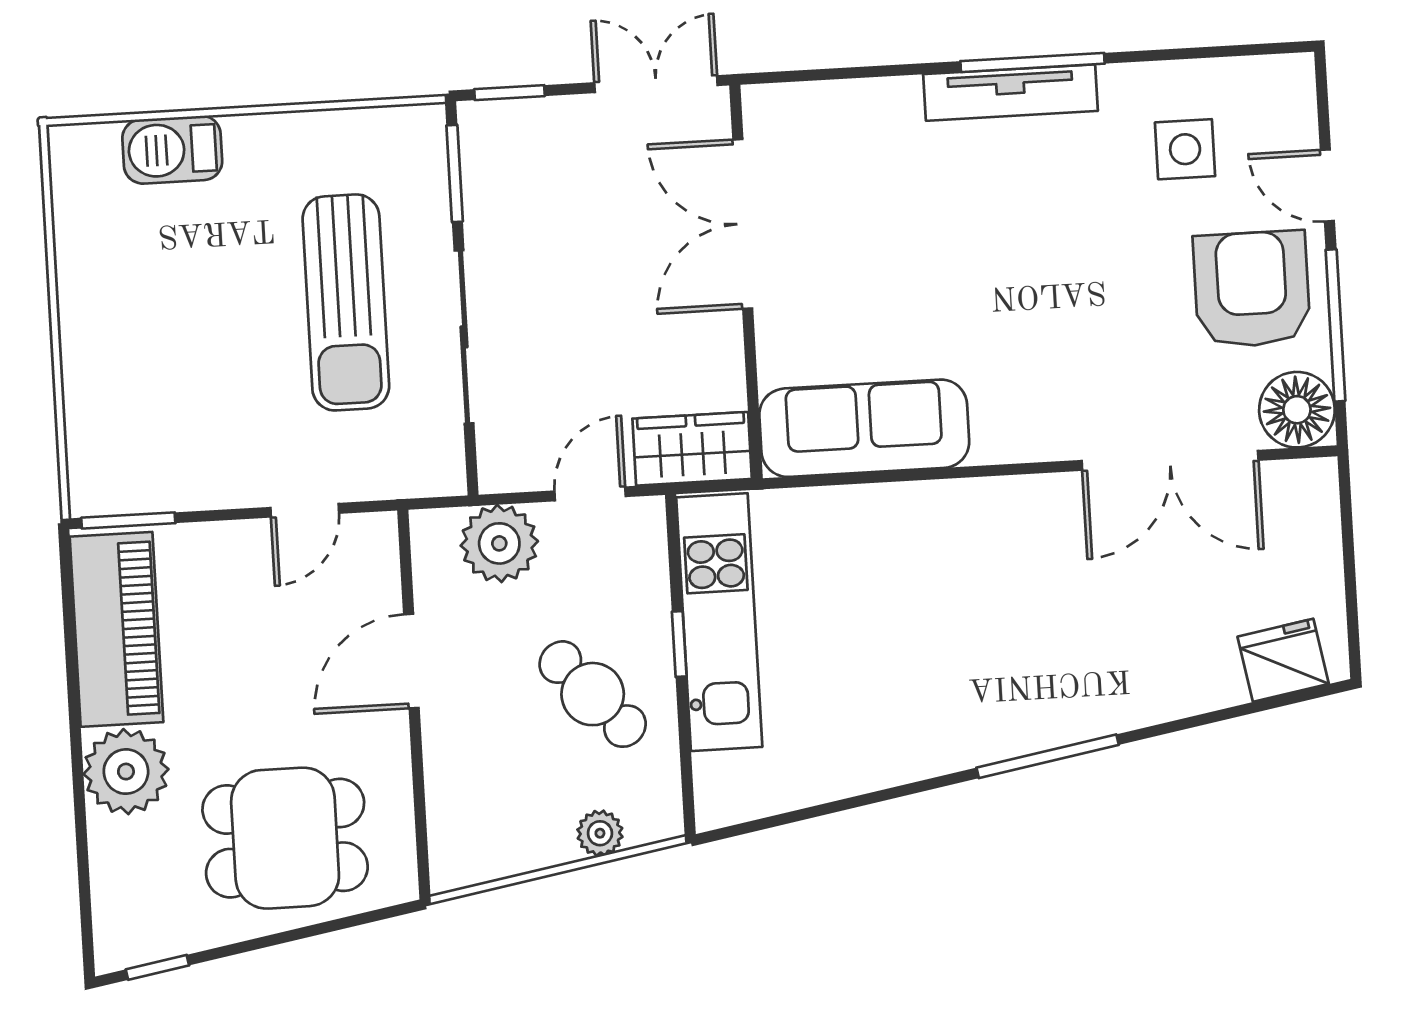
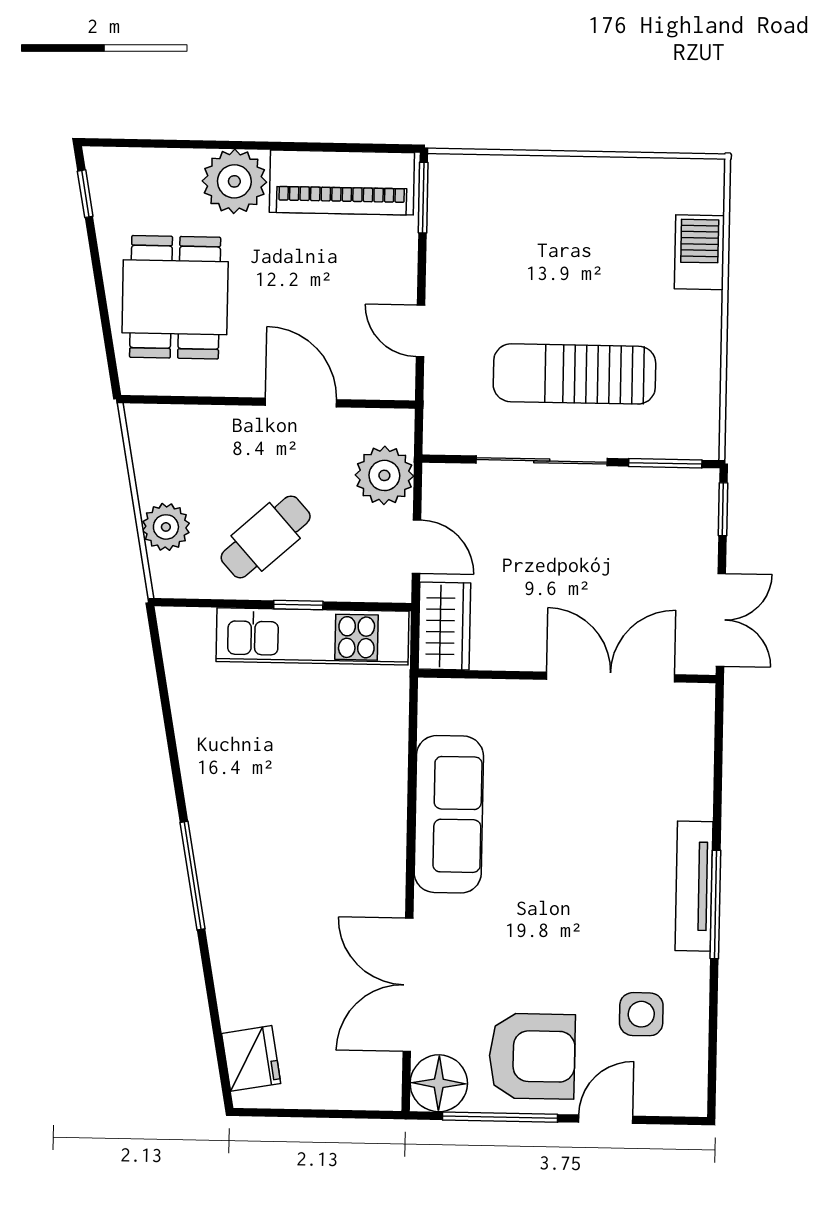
sofa: (864, 428) -> (449, 814), moved
plant: (600, 833) -> (166, 527), width x1.38, depth x1.38

